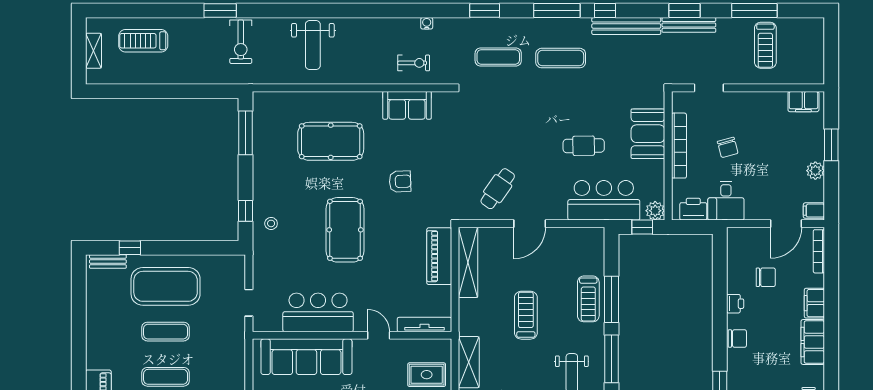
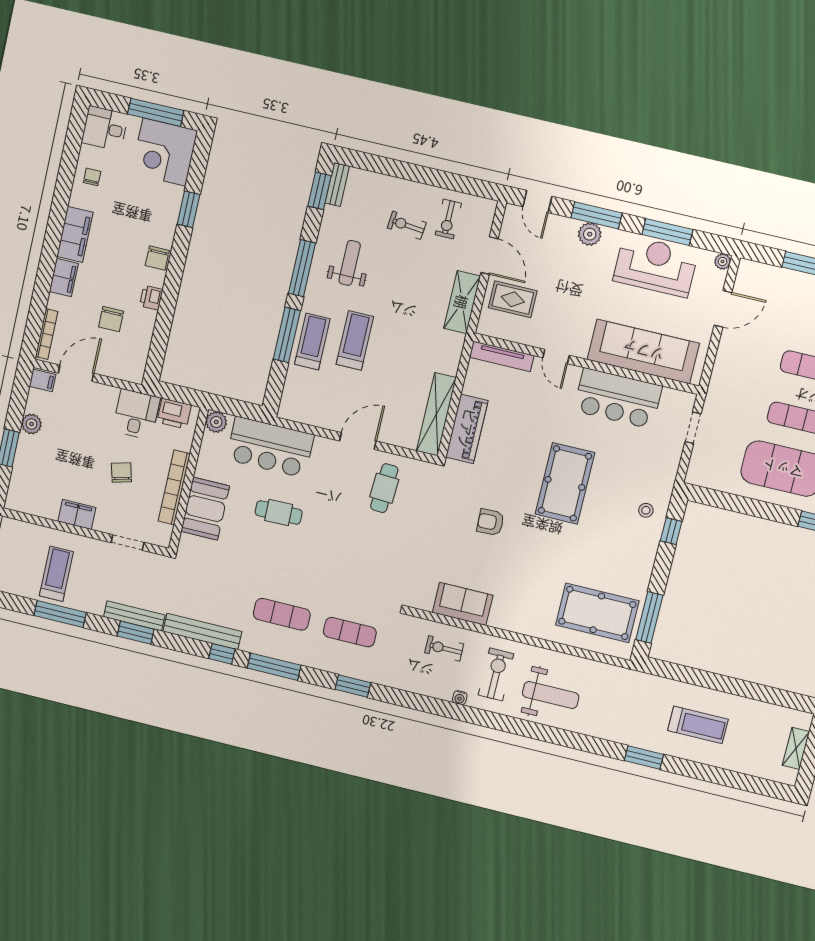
water cooler: (427, 23) -> (460, 698), moved
treadmill: (143, 41) -> (698, 725), moved
exercise bike: (241, 42) -> (496, 674), moved
weight bench: (313, 45) -> (551, 695), turned 90
filing cabinet: (803, 102) -> (77, 514), moved
pool table: (331, 141) -> (597, 613), moved
cafe table: (498, 189) -> (384, 488), turned -32
window: (642, 227) -> (235, 407), removed
chair: (766, 277) -> (111, 319), turned -90
treadmill: (526, 315) -> (355, 340), moved, turned 180
chair: (737, 338) -> (157, 258), turned -90

